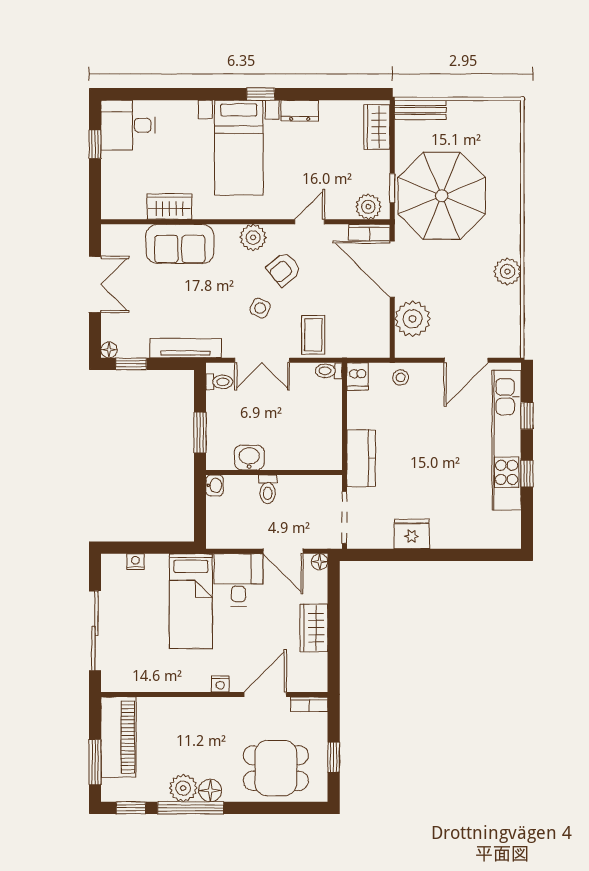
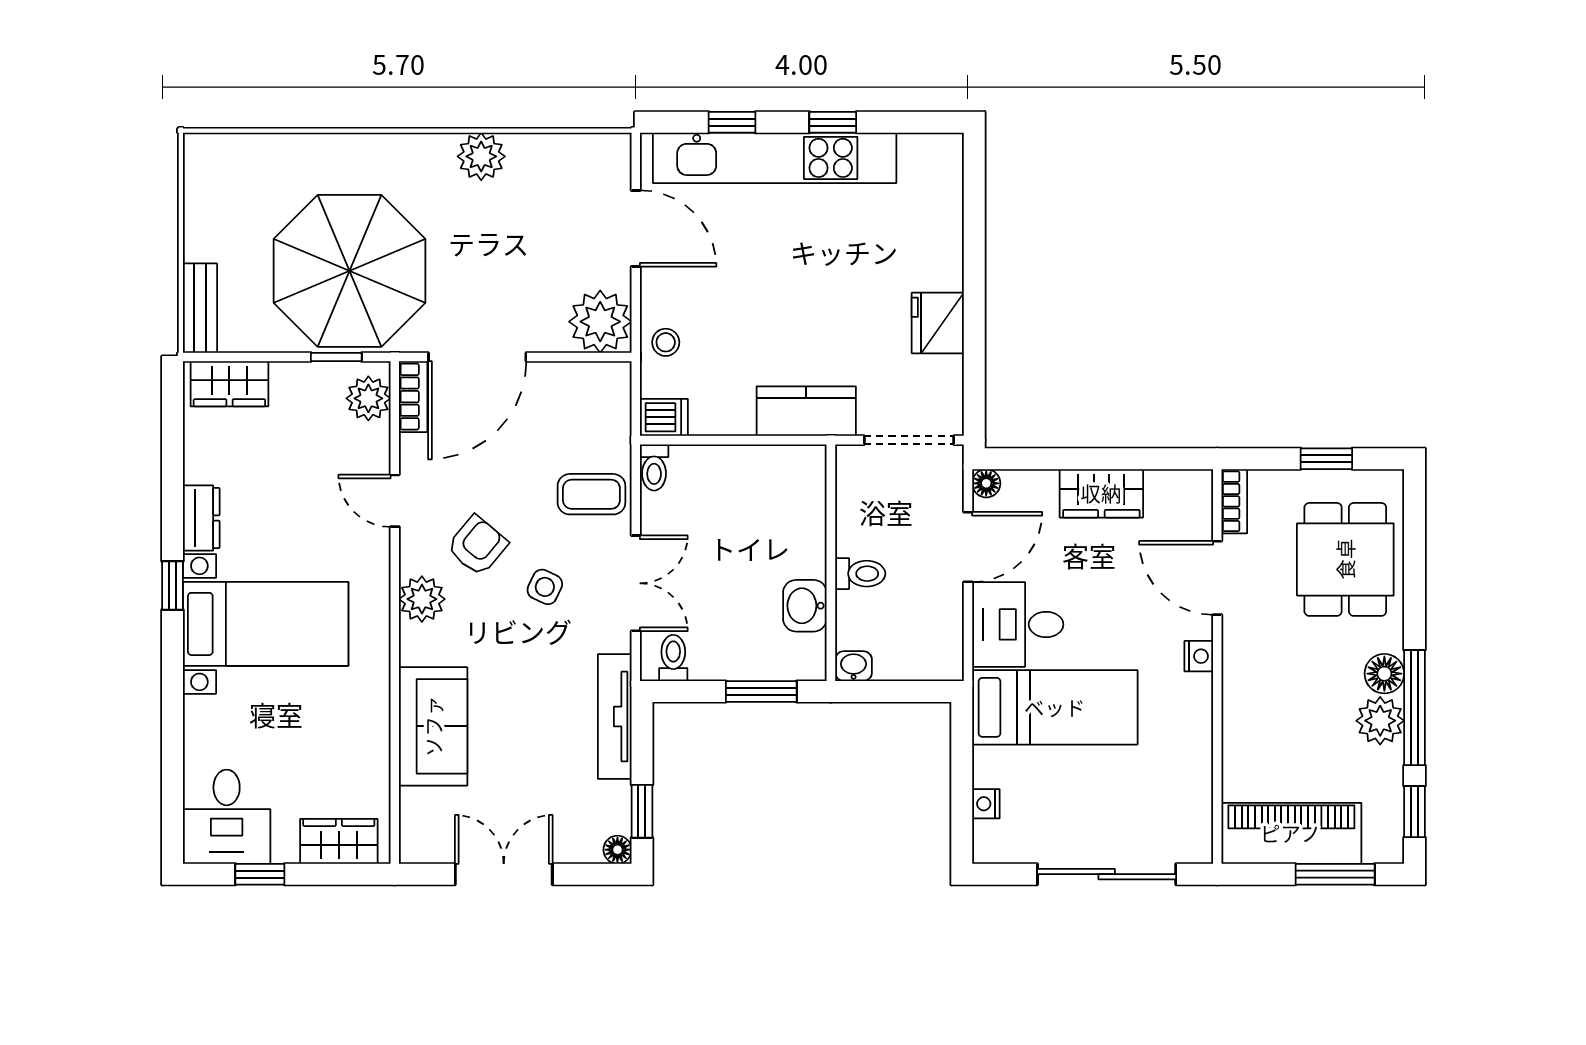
wardrobe: (169, 207) -> (339, 841), moved, turned 90
armchair: (284, 269) -> (477, 546), turned -101
plant: (413, 319) -> (600, 322), moved

